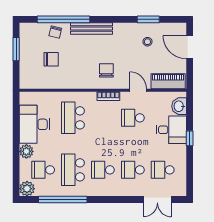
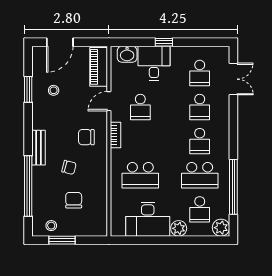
bench: (92, 29) -> (39, 148), width x0.73
chair: (55, 32) -> (69, 167), moved
stool: (29, 40) -> (51, 226), added

